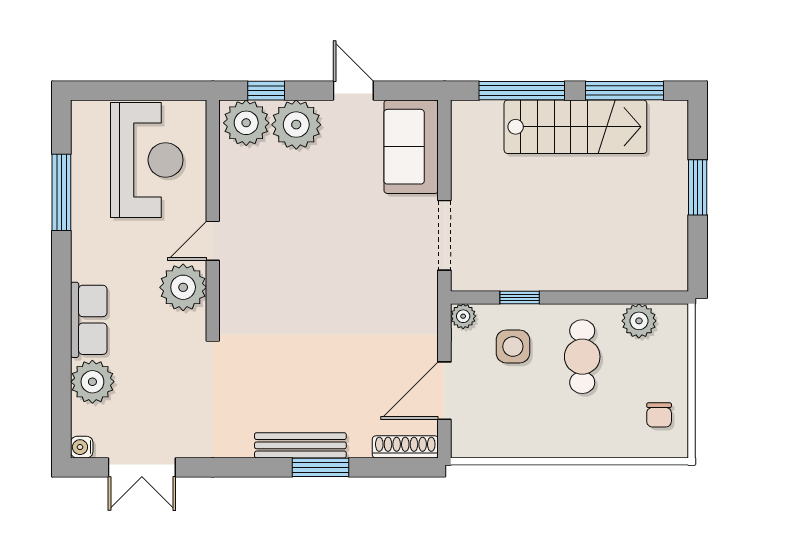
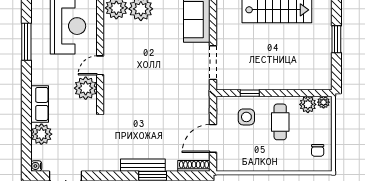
plant: (463, 316) -> (324, 102), moved

